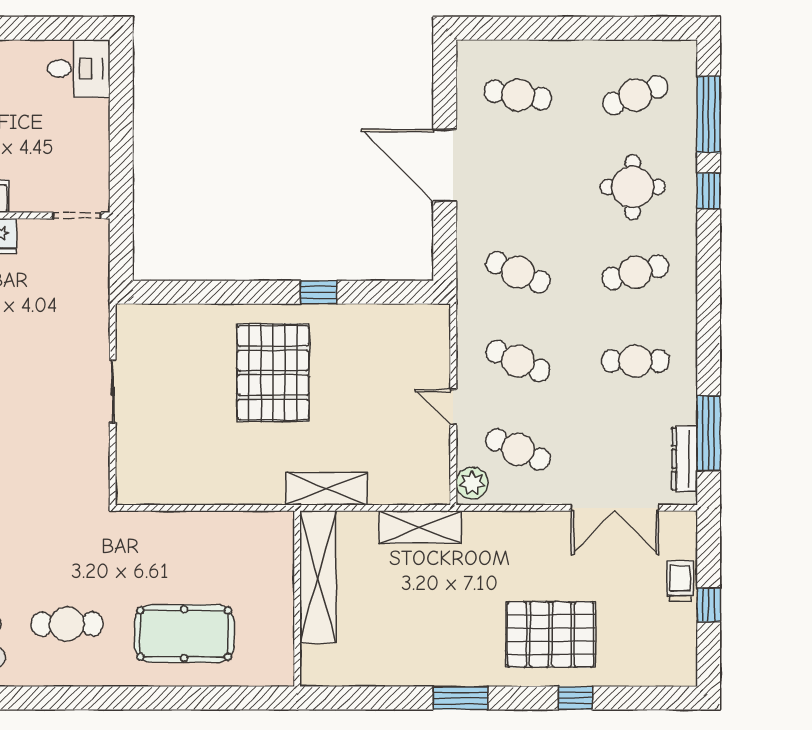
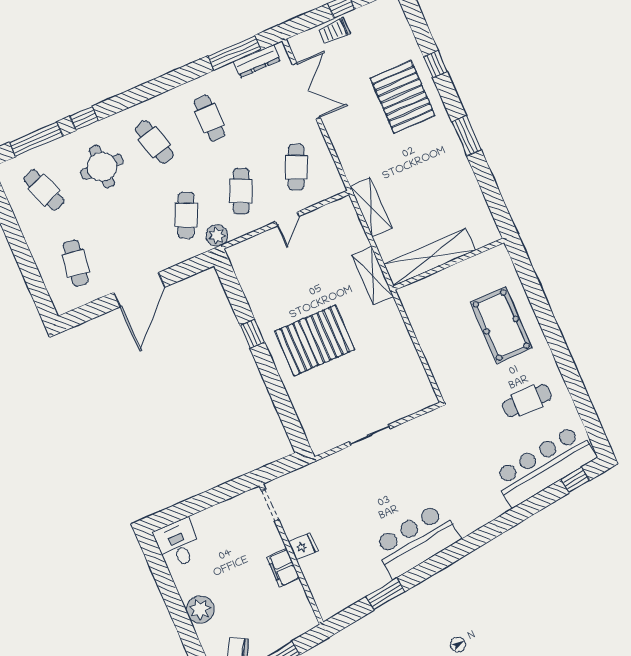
plant: (472, 483) -> (217, 236), moved
cafe table: (67, 624) -> (527, 401), turned 90

